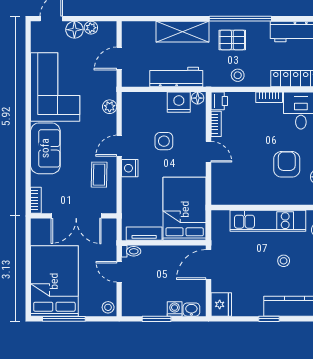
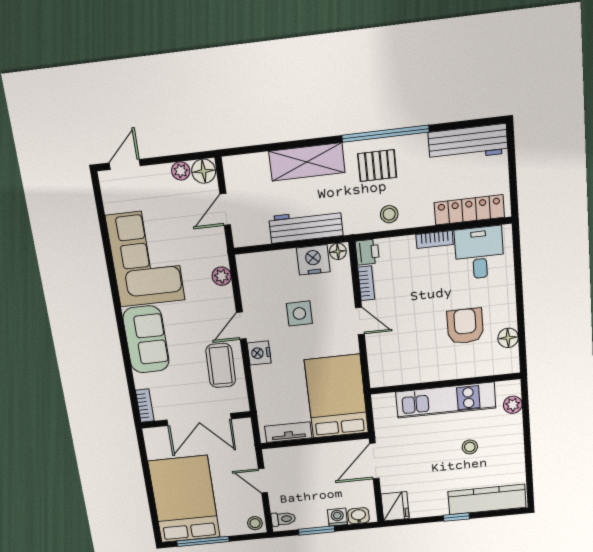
floor lamp: (74, 30) -> (204, 171), moved
coffee table: (99, 175) -> (221, 365), width x1.36, depth x1.30
toilet: (131, 251) -> (283, 519), moved

